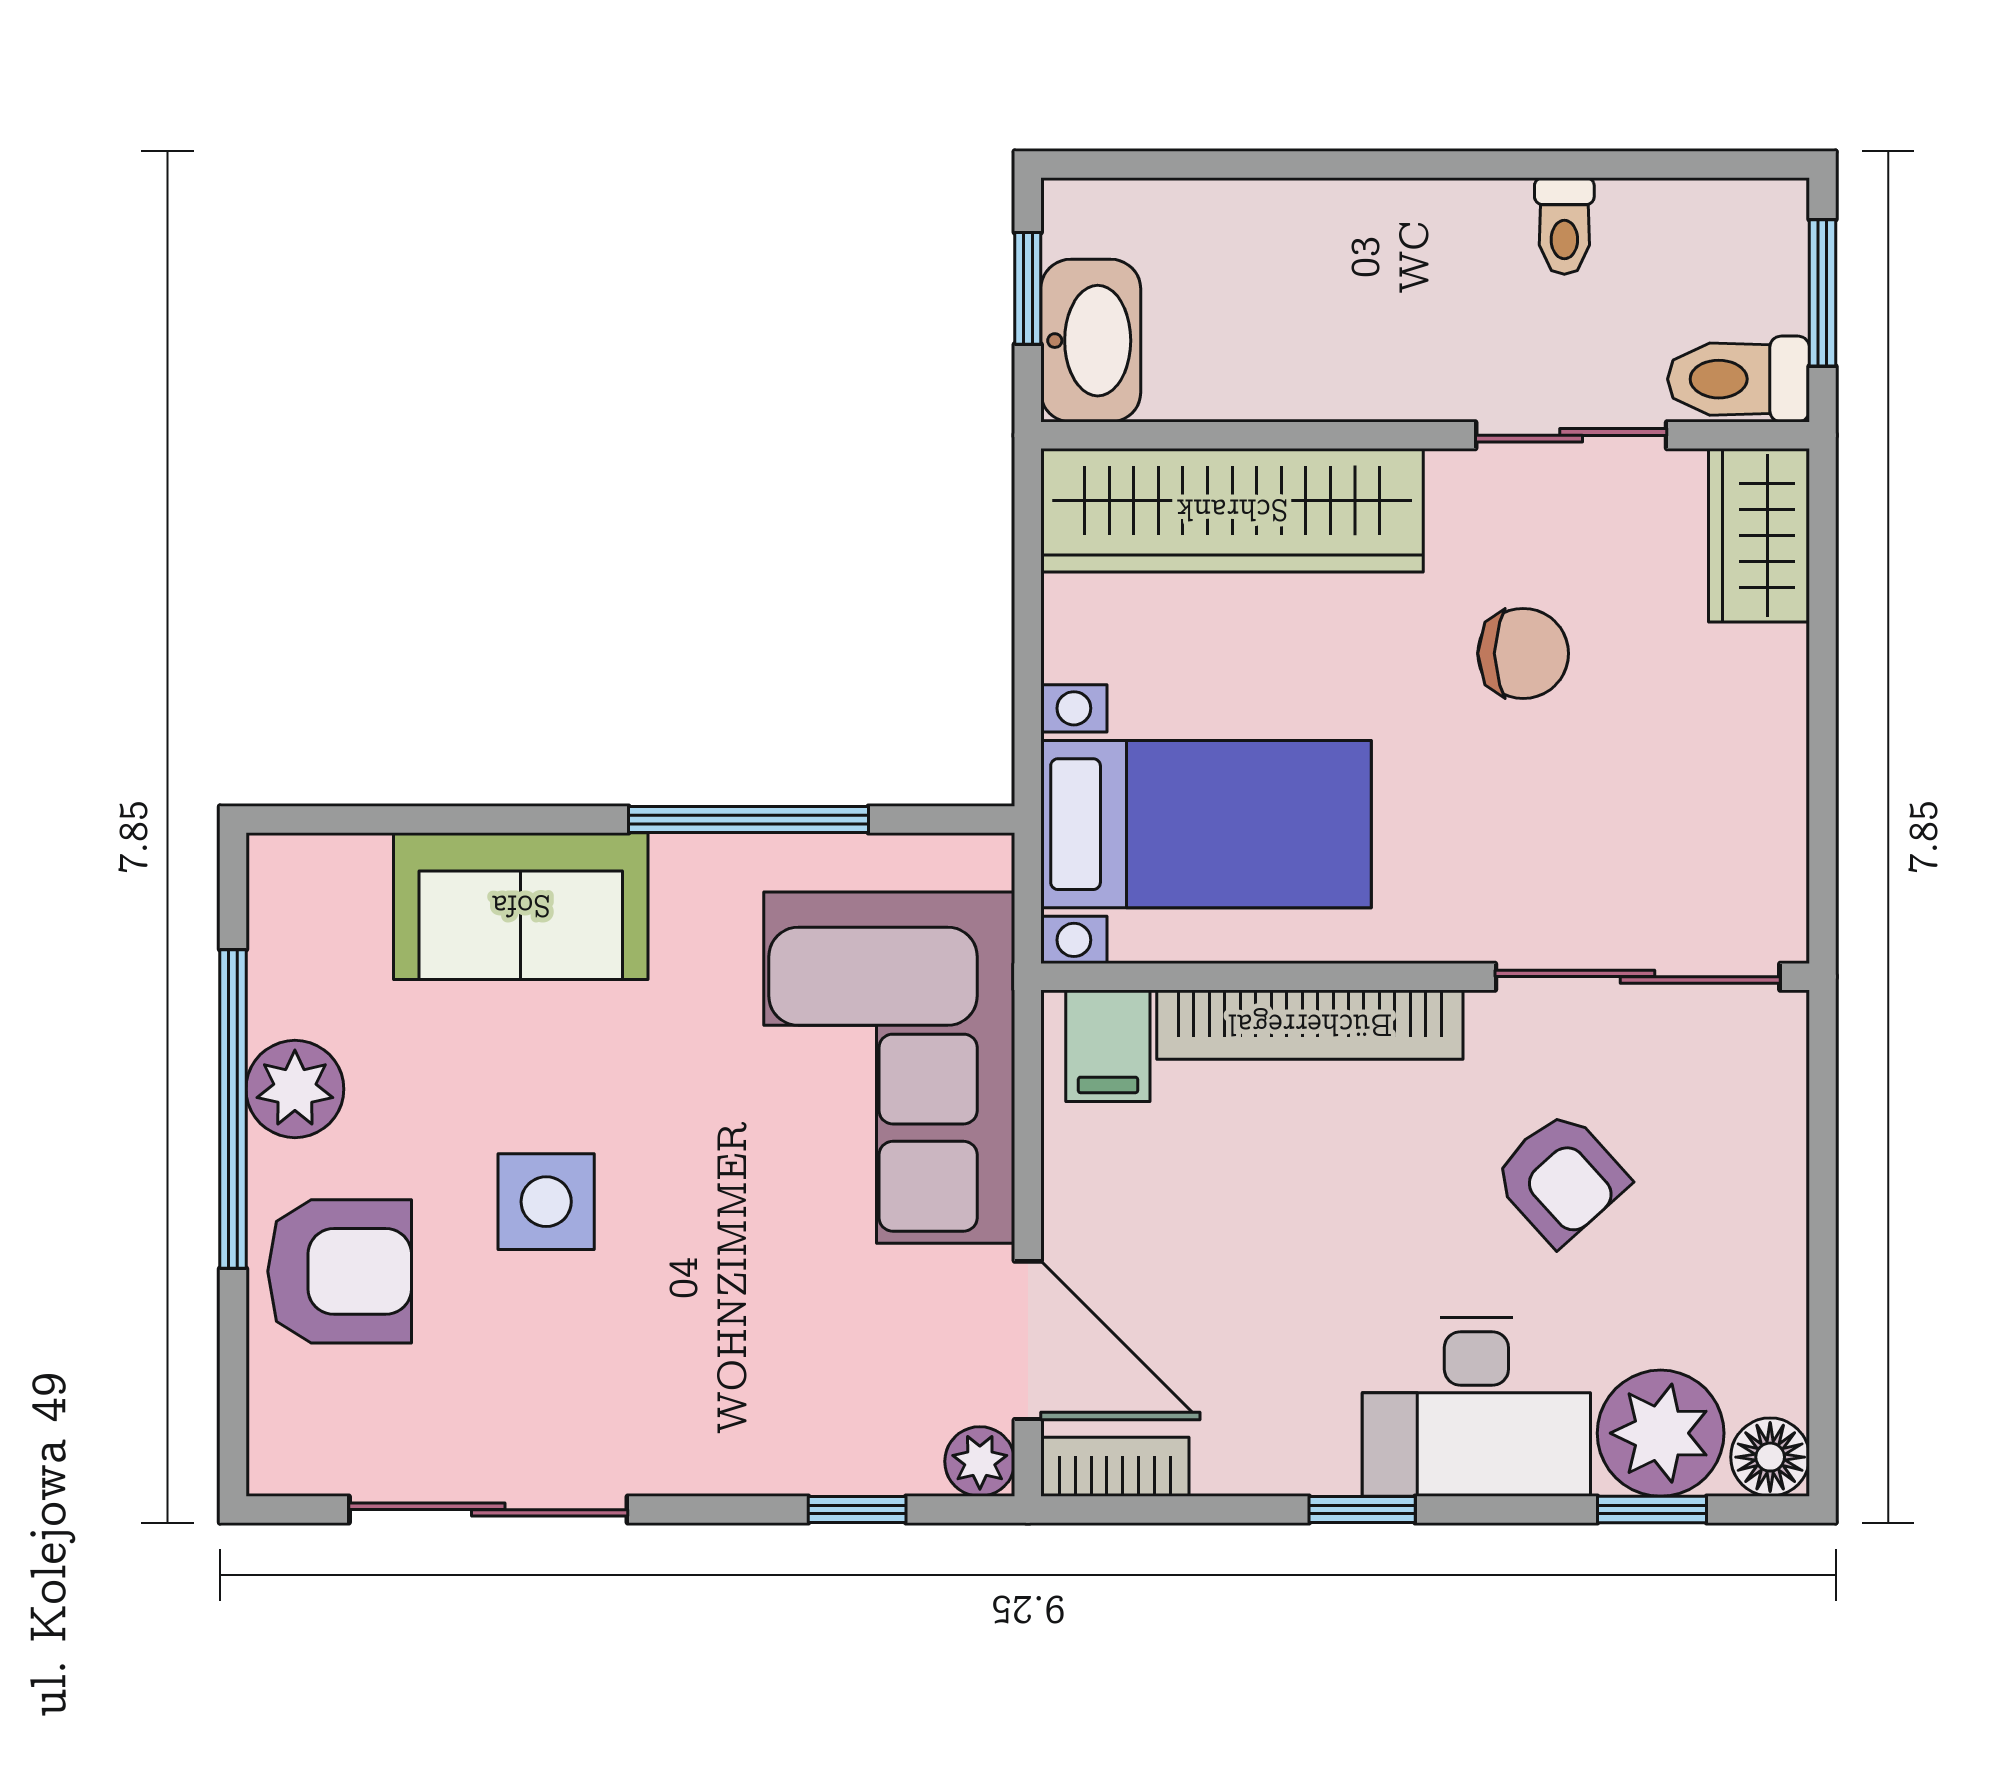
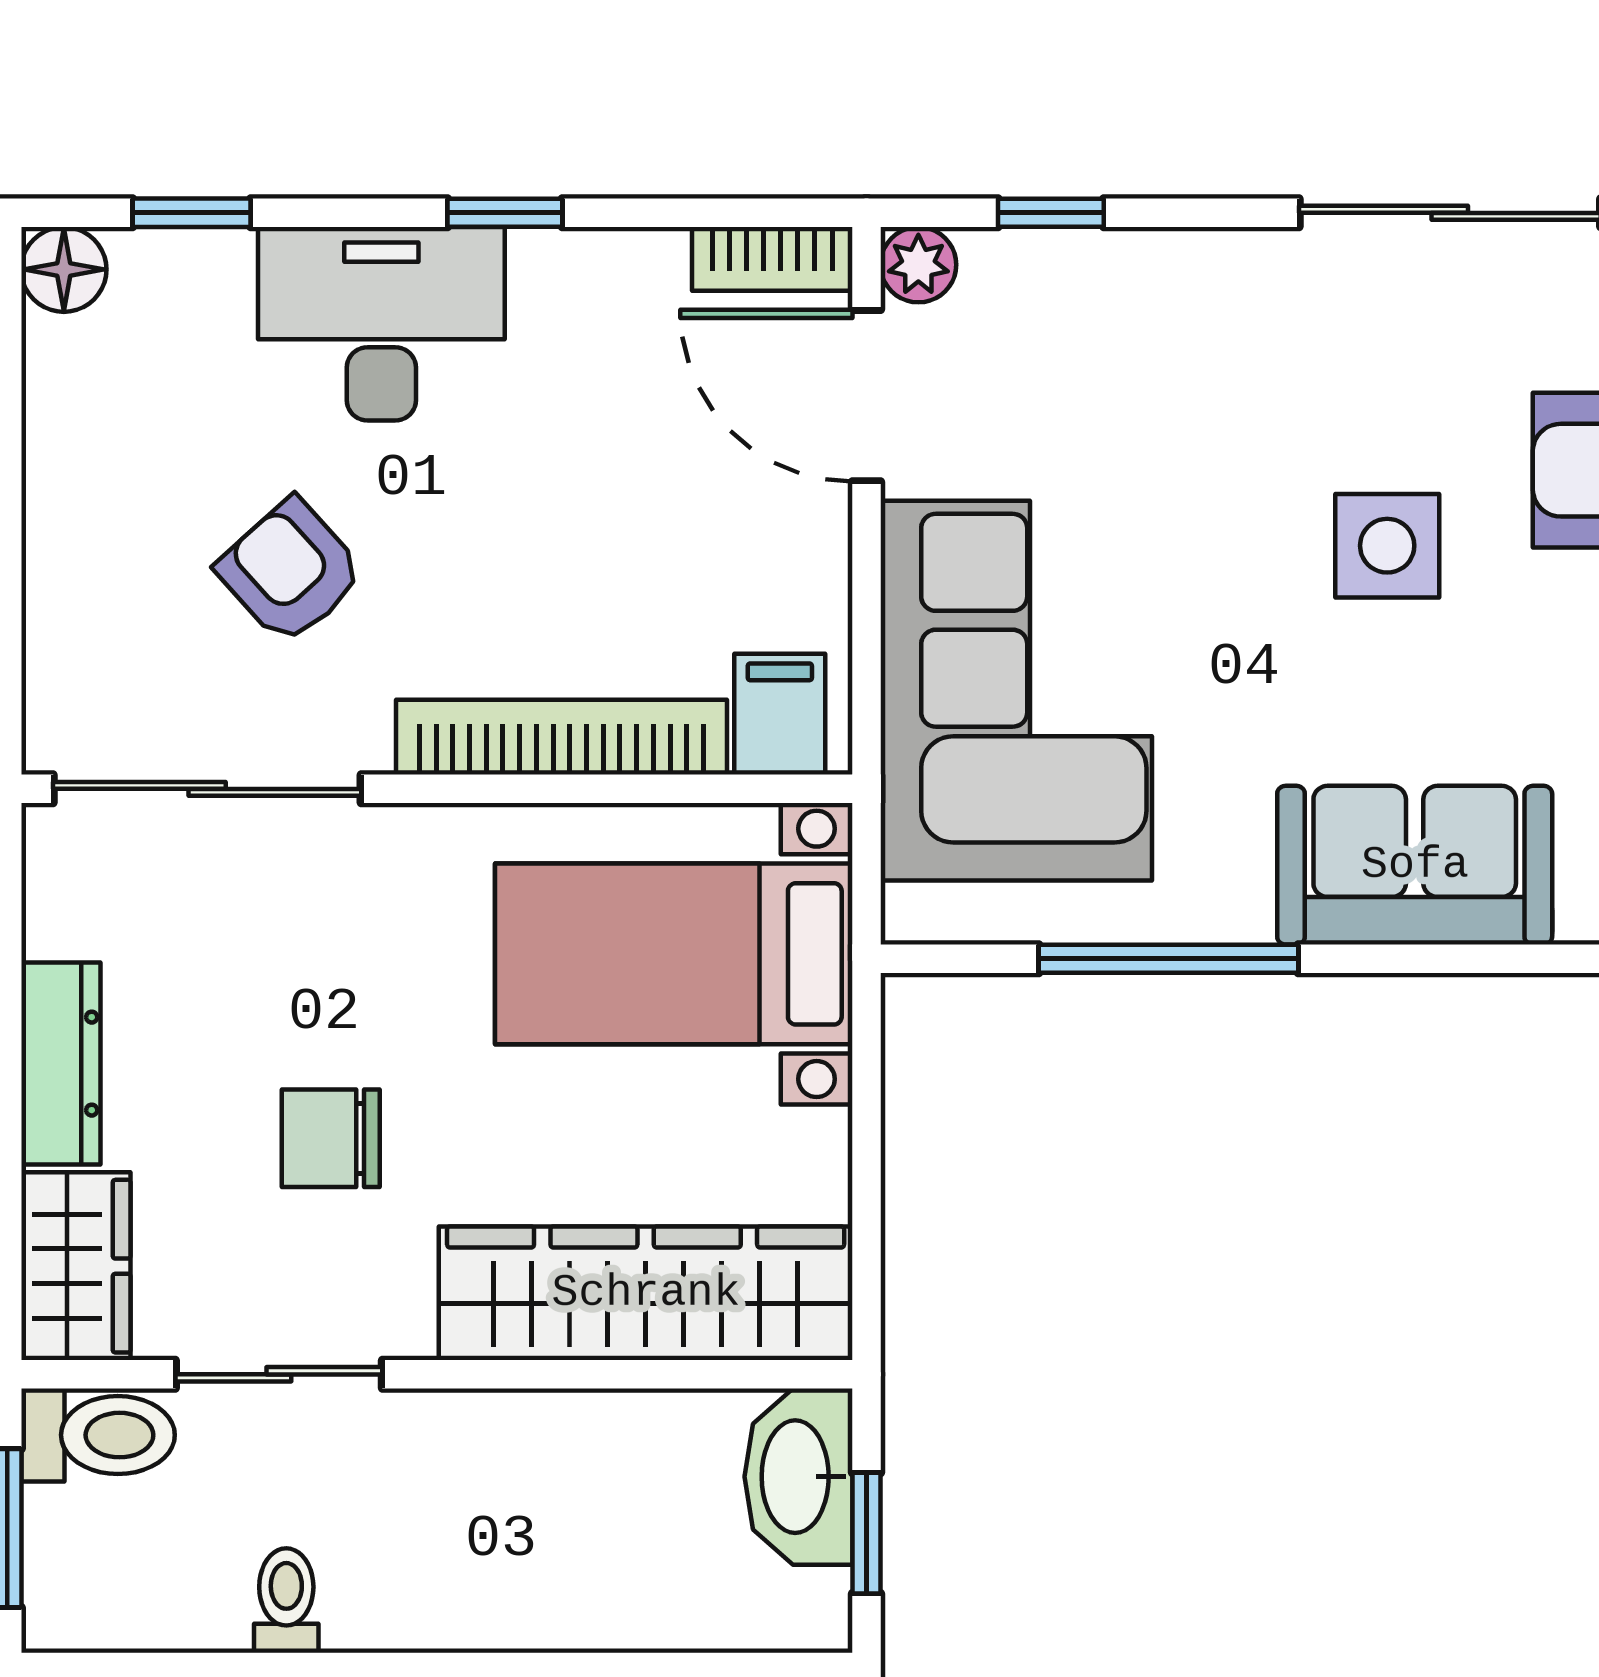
dresser: (1773, 723) -> (61, 1064), added
plant: (1661, 1433) -> (182, 295), removed

